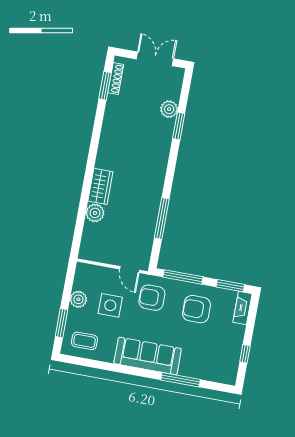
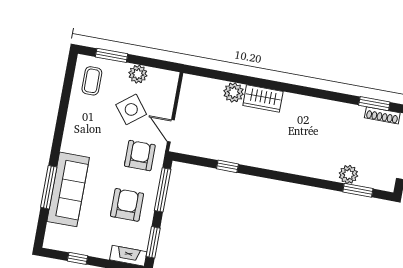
window: (179, 126) -> (358, 190), moved
window: (162, 218) -> (227, 166), width x0.46
door: (130, 270) -> (171, 131), hinge flipped
side table: (110, 305) -> (131, 109), turned -38
sofa: (148, 356) -> (68, 189), moved

